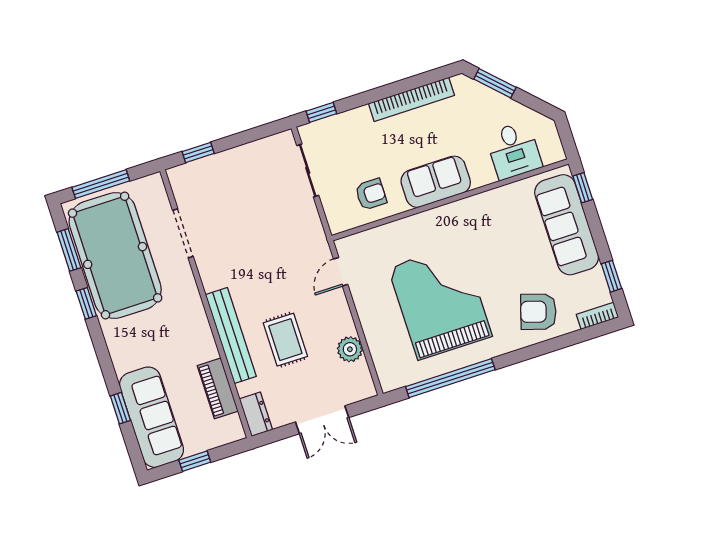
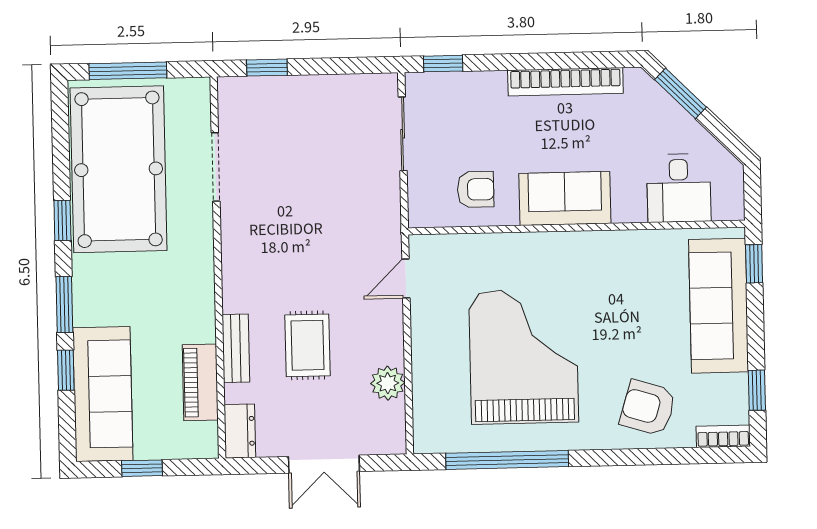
window: (69, 250) -> (64, 305), moved
bench: (231, 336) -> (236, 348), width x0.54, depth x0.82

